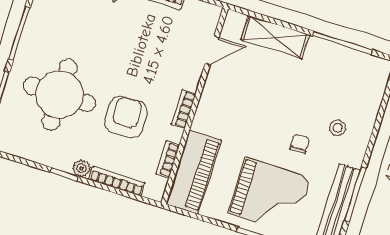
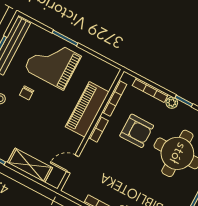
armchair: (126, 117) -> (137, 131), turned -88
bookcase: (168, 159) -> (114, 98), width x1.56
piano: (194, 172) -> (87, 109), moved

